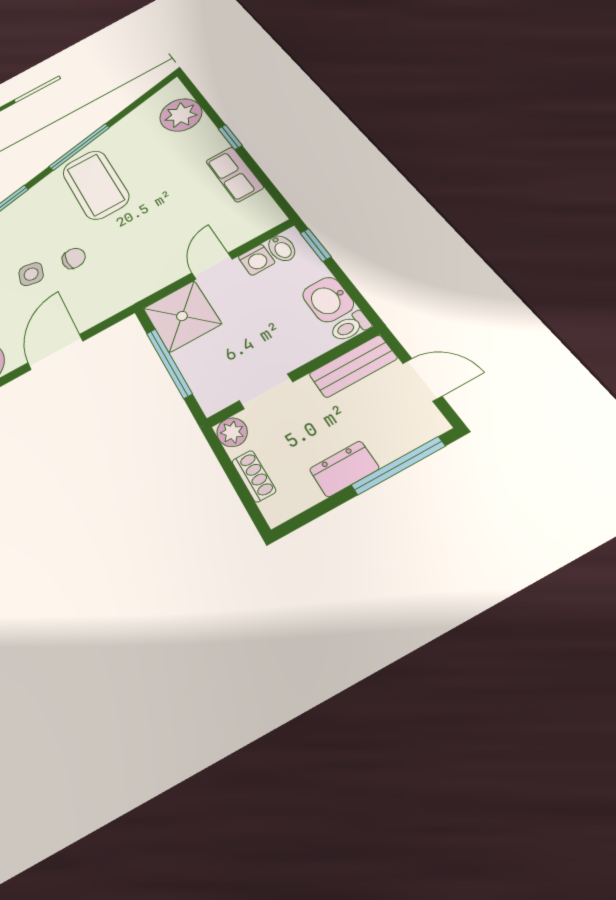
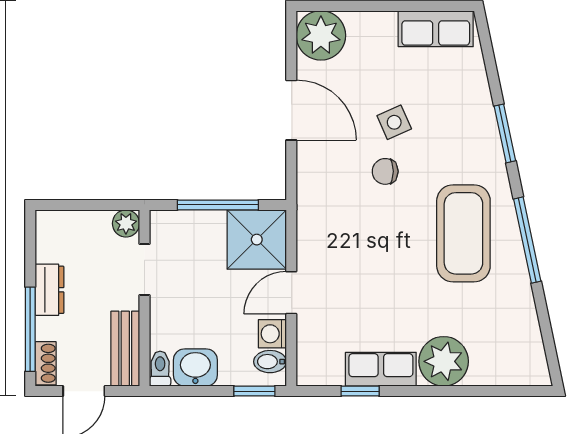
plant: (181, 115) -> (444, 361), moved
window: (230, 137) -> (360, 391), moved
coffee table: (95, 184) -> (463, 233), turned 90
chair: (74, 258) -> (385, 171), turned 92
door: (212, 266) -> (291, 293), swing flipped
side table: (31, 274) -> (394, 122), turned -37
shoe rack: (254, 476) -> (46, 363), moved, turned -90

